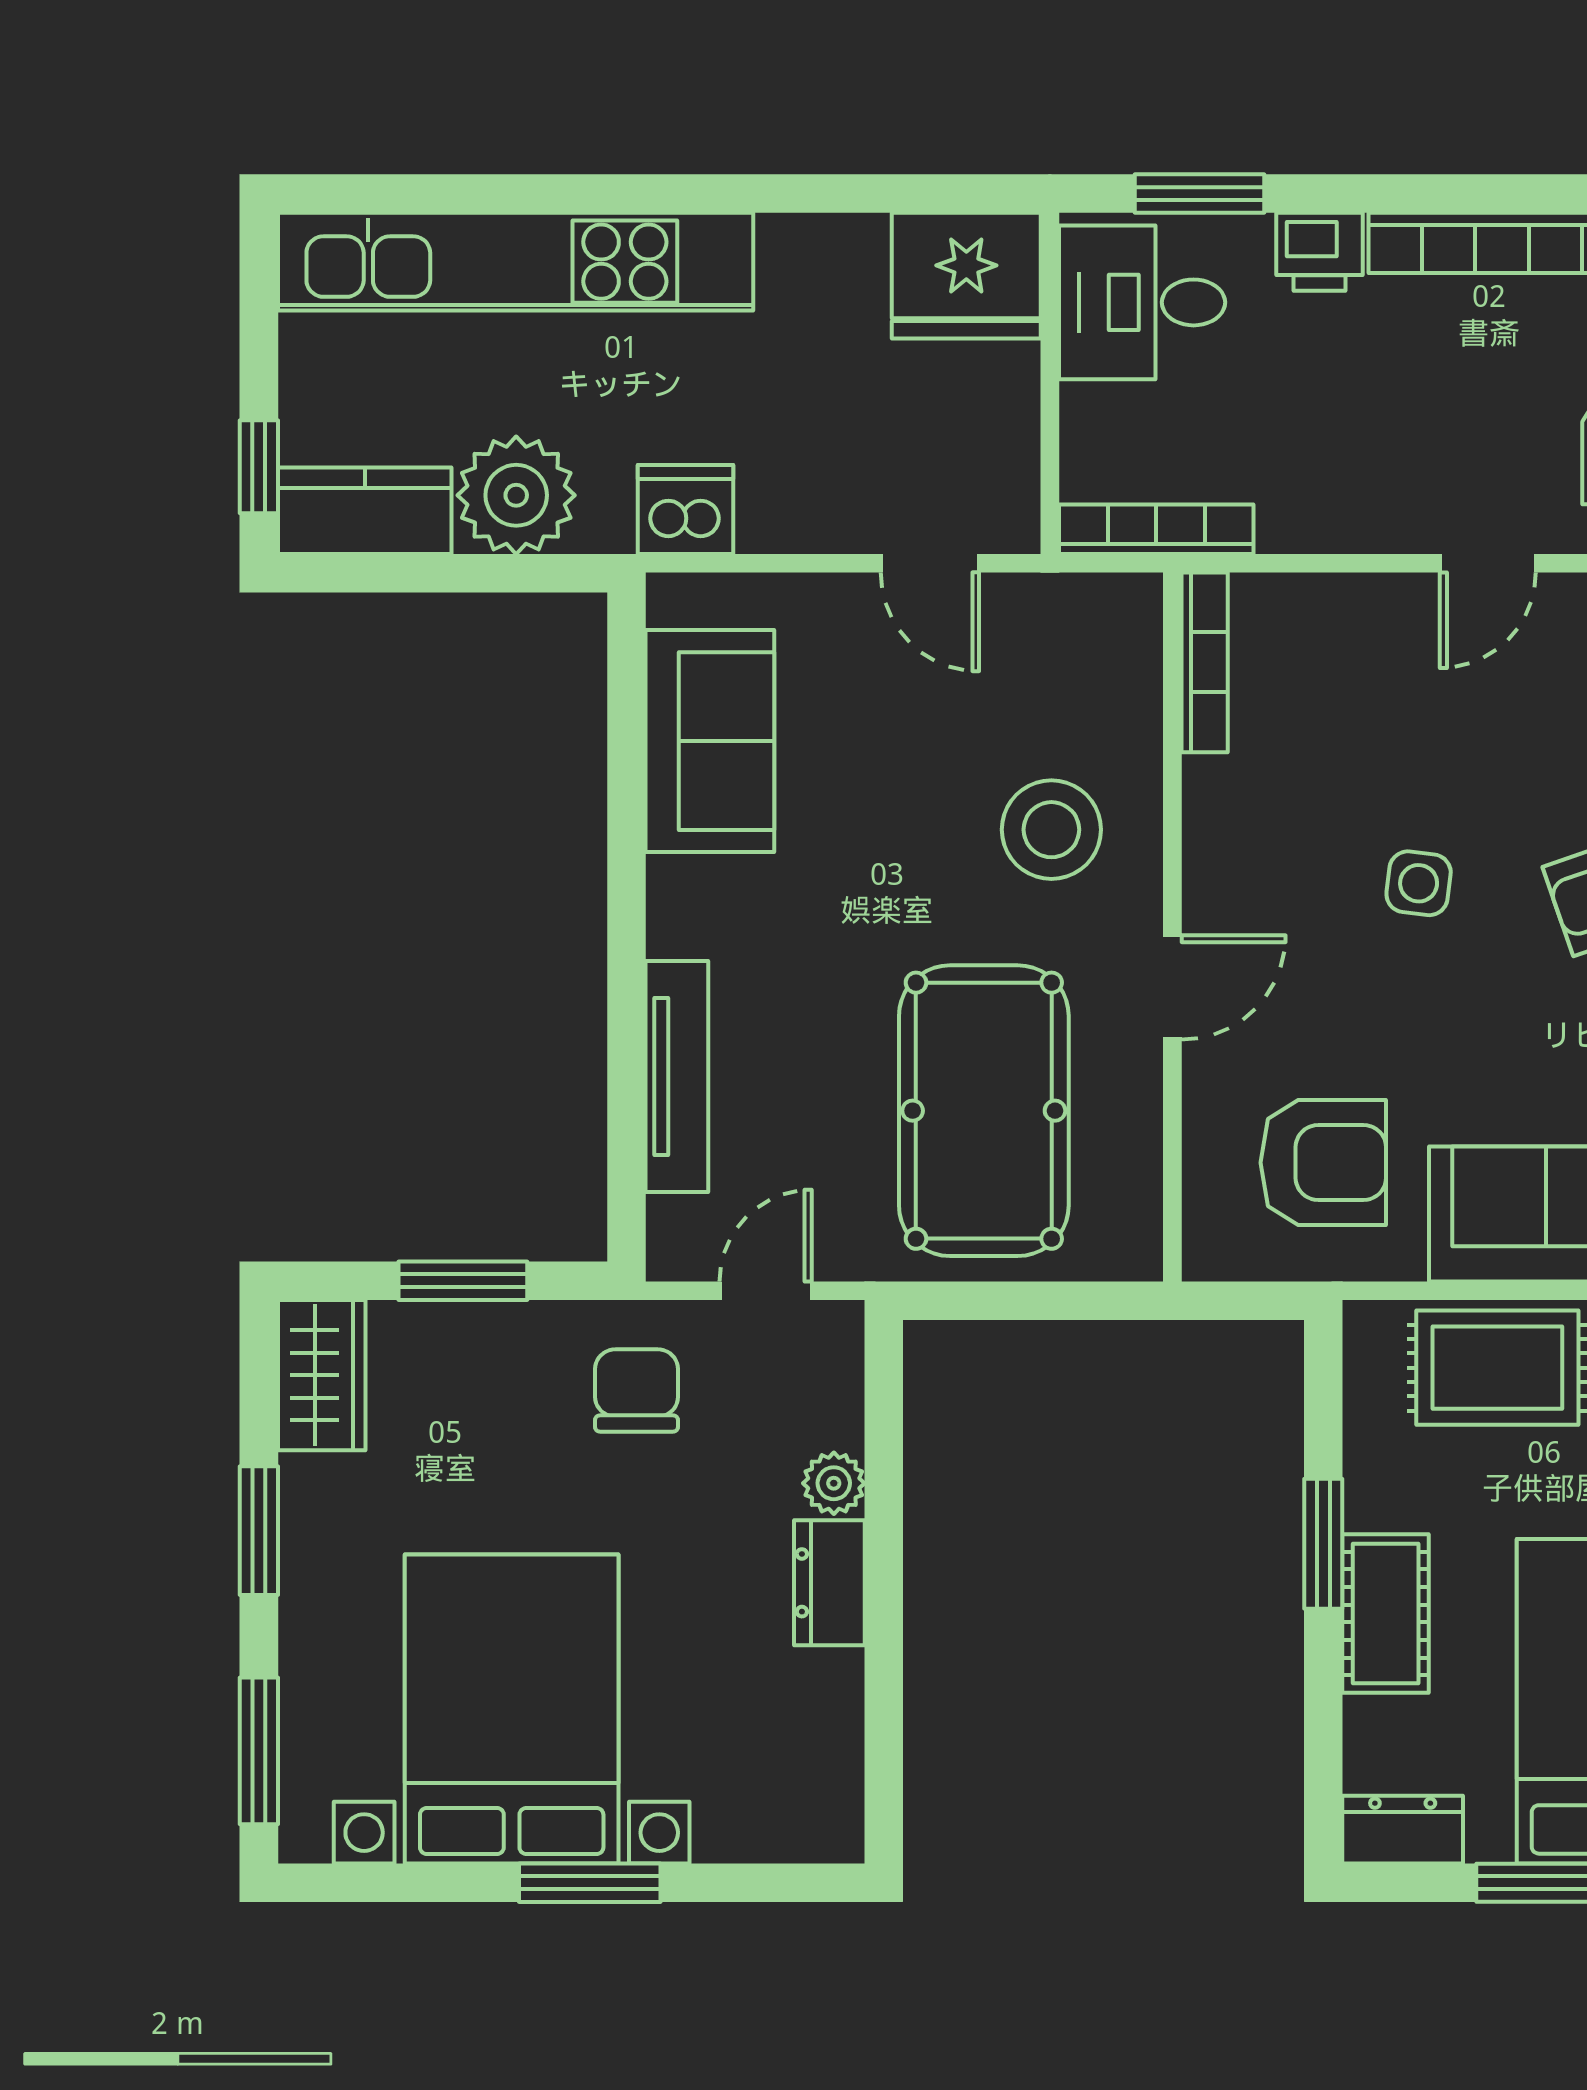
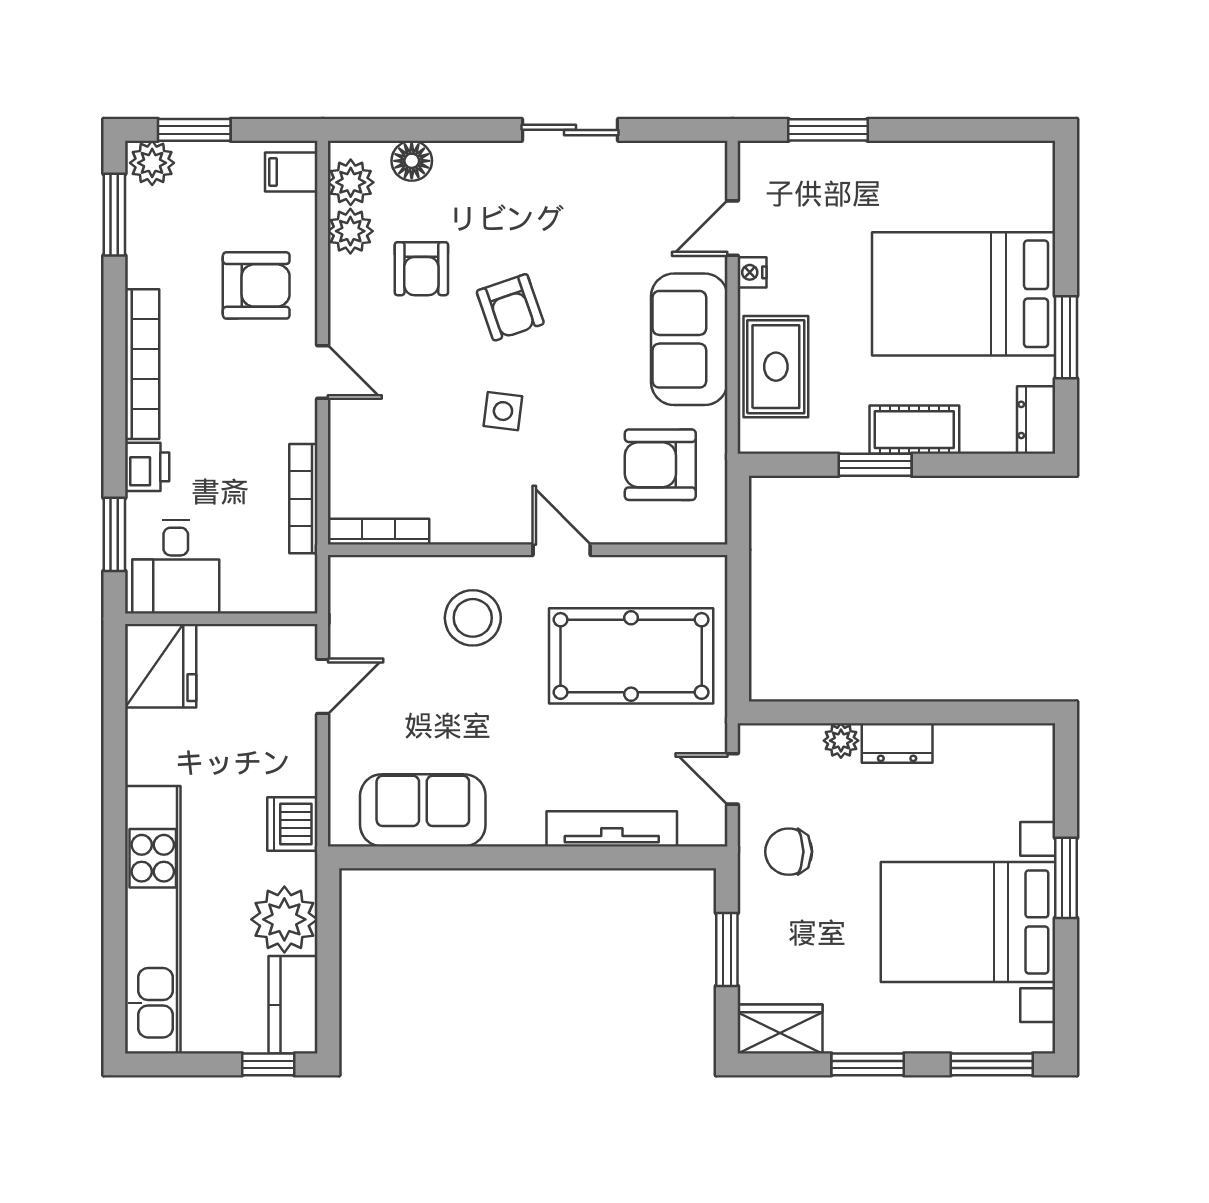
bookcase: (1156, 529) -> (303, 499), moved
armchair: (1323, 1163) -> (660, 465), turned -90

